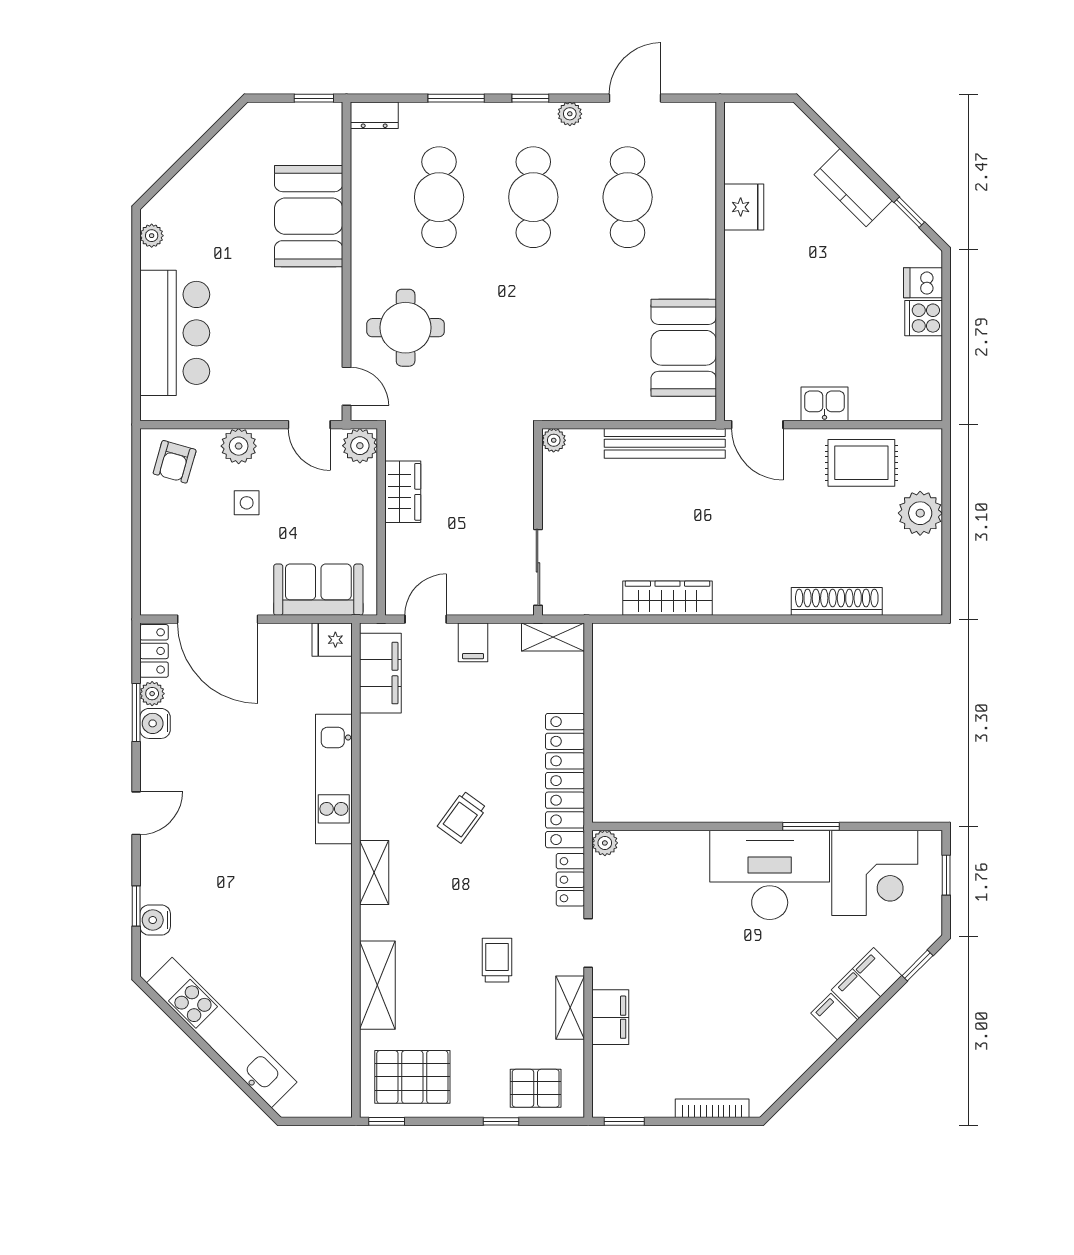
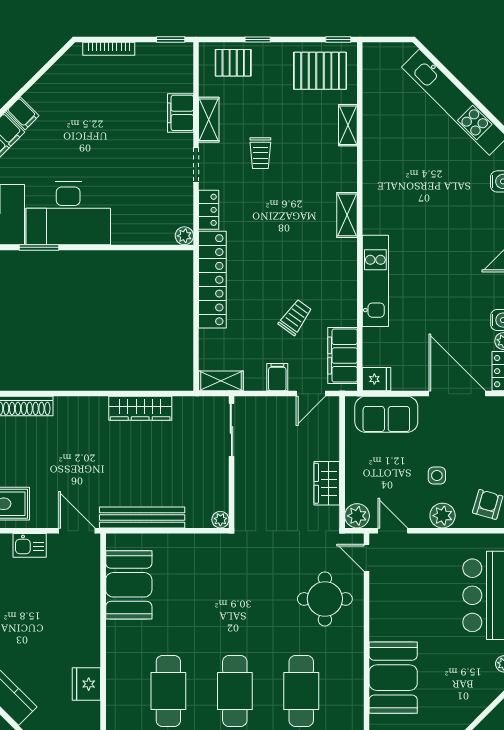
trolley: (462, 817) -> (295, 317), moved
shelving: (377, 985) -> (348, 125), width x0.67, depth x0.75

